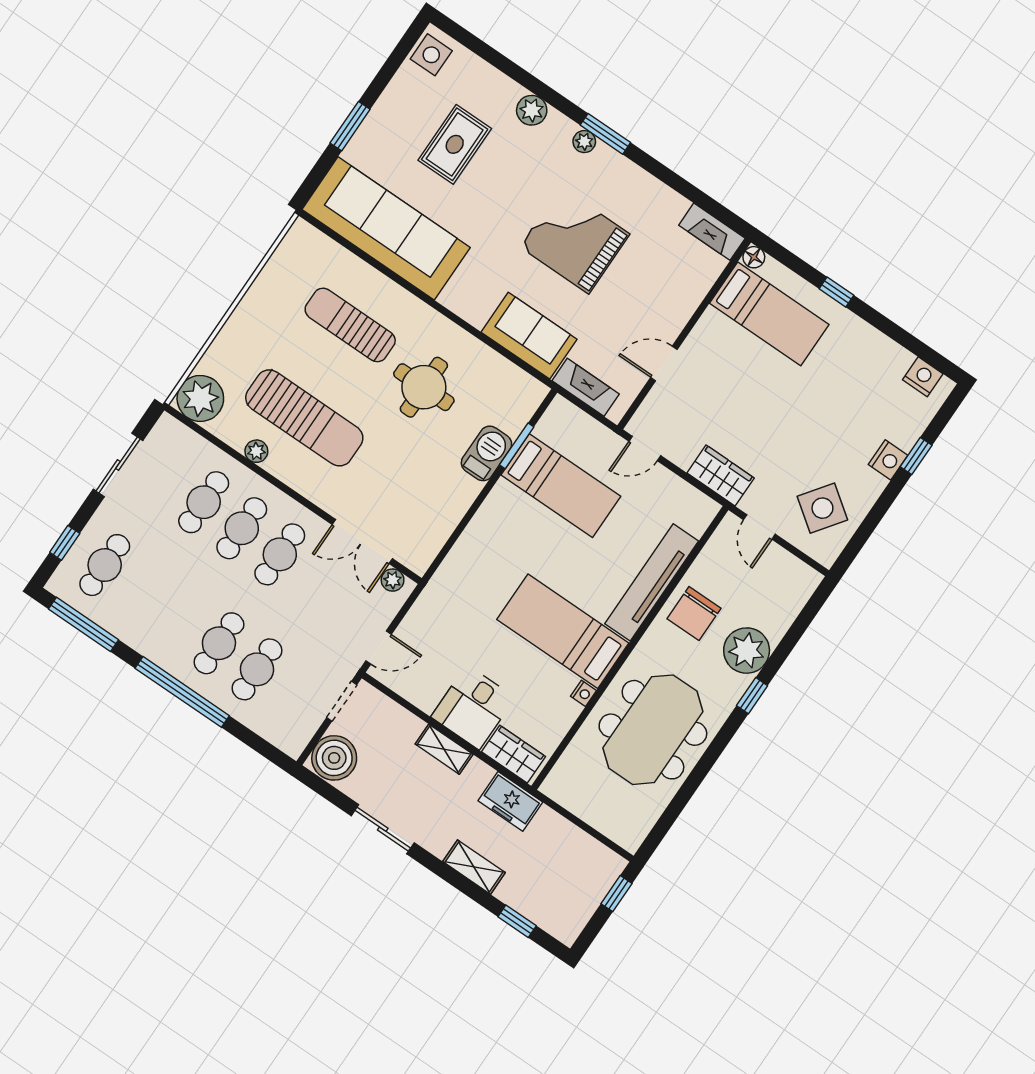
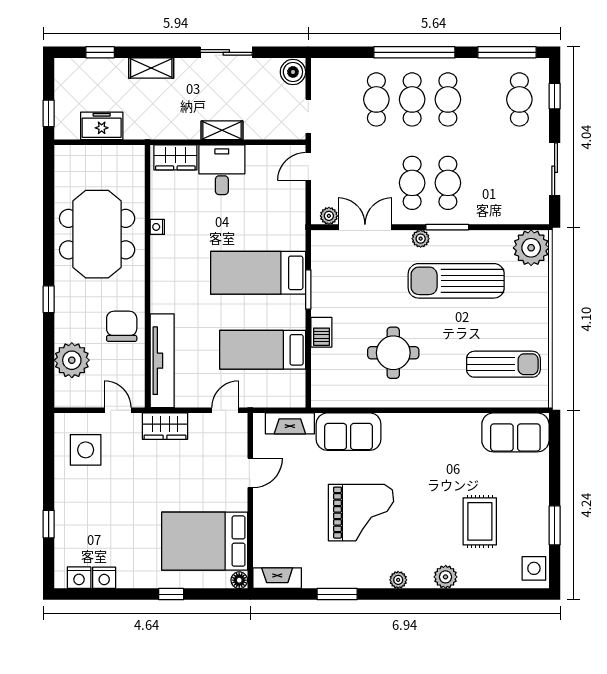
window: (350, 126) -> (555, 525), moved
window: (605, 134) -> (337, 594), moved
sofa: (386, 228) -> (515, 432), width x0.54, depth x0.79
bed: (769, 314) -> (205, 541), width x1.50
sun lounger: (350, 325) -> (503, 364), moved
window: (517, 446) -> (308, 289), moved
plant: (256, 451) -> (421, 239), moved
barbecue: (486, 453) -> (321, 332), width x0.73, depth x0.79
nightstand: (888, 460) -> (104, 578), moved, turned -90
window: (275, 482) -> (447, 227), added
cafe table: (204, 502) -> (448, 99), moved
side table: (822, 508) -> (86, 450), turned -36
tv unit: (652, 582) -> (162, 361), moved
bed: (563, 631) -> (258, 273), moved, turned 180
plant: (747, 651) -> (72, 360), moved
boiler: (334, 758) -> (293, 72), width x0.73, depth x0.73
freezer: (510, 801) -> (102, 126), moved

